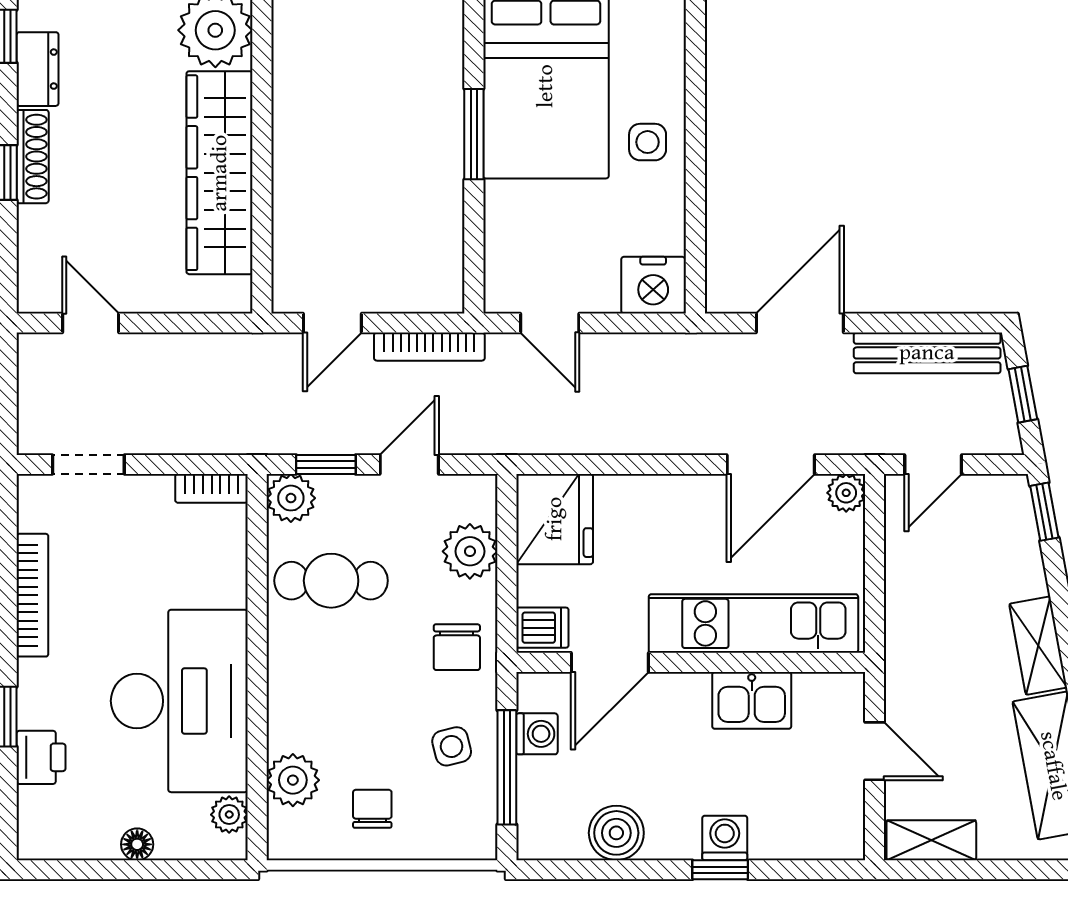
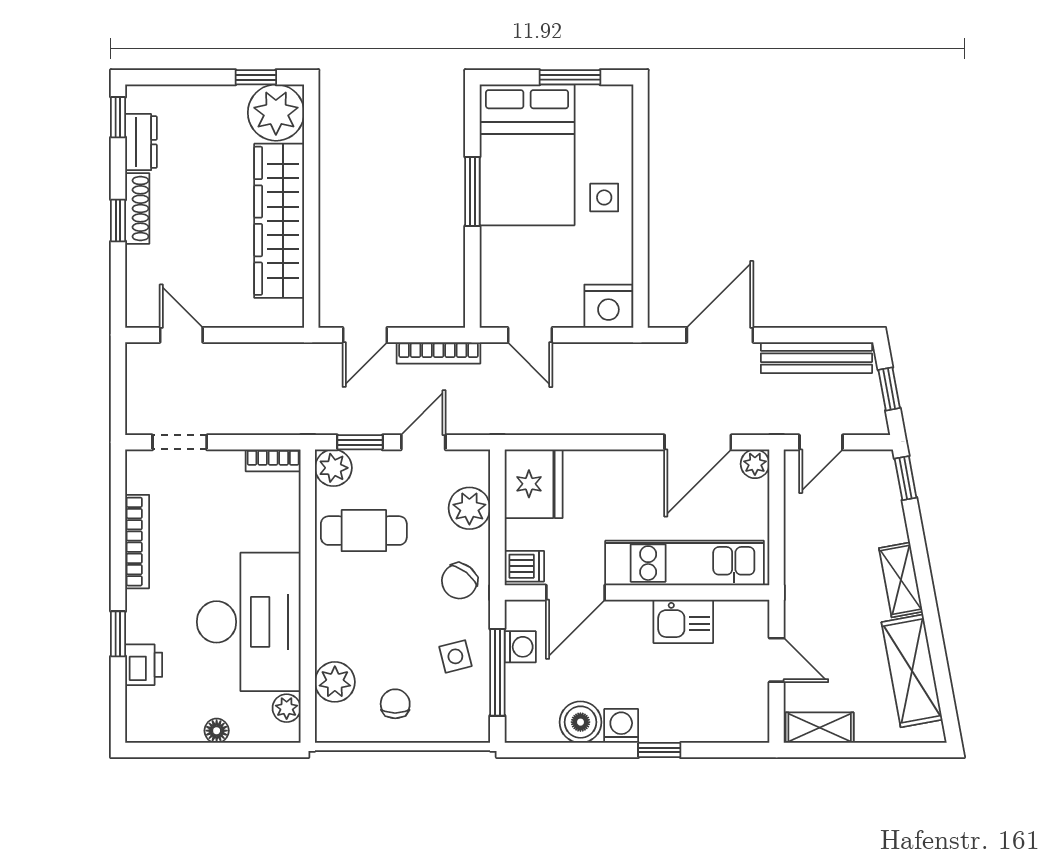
chair: (457, 647) -> (459, 581), turned 38
washing machine: (725, 838) -> (621, 726), moved

